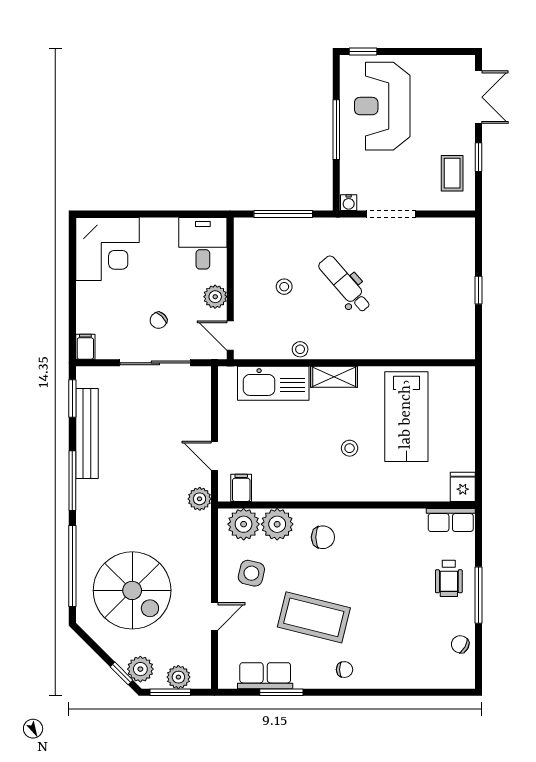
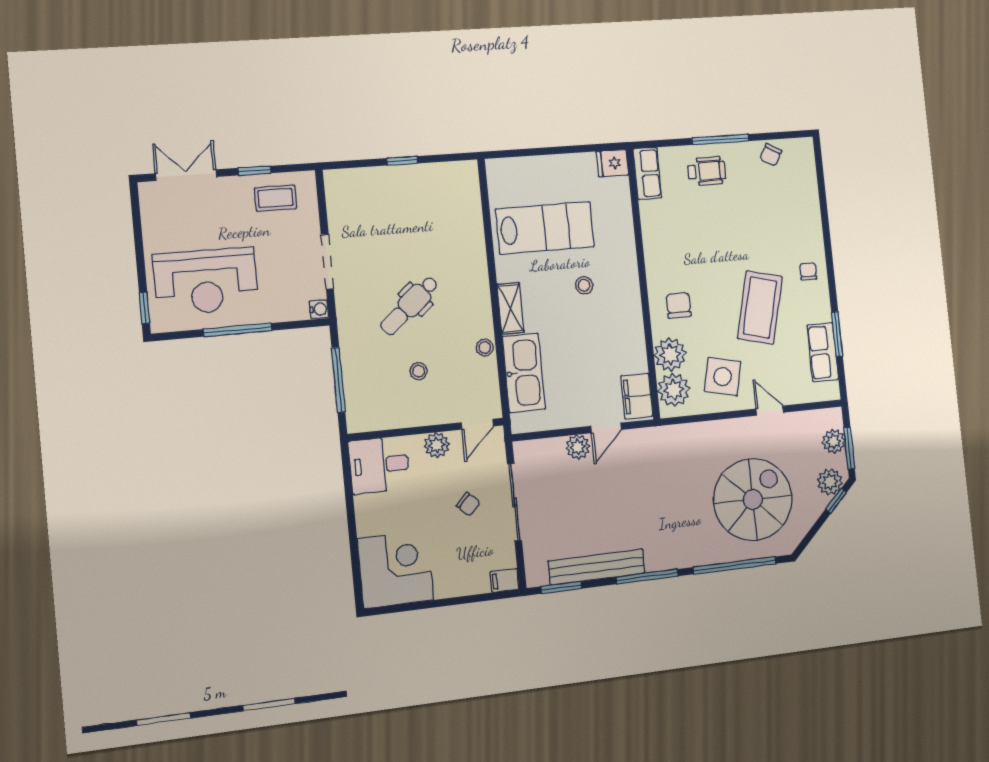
filing cabinet: (241, 488) -> (637, 396), width x2.00
plant: (200, 499) -> (578, 447), moved
side table: (251, 573) -> (723, 377), width x1.37, depth x1.37

